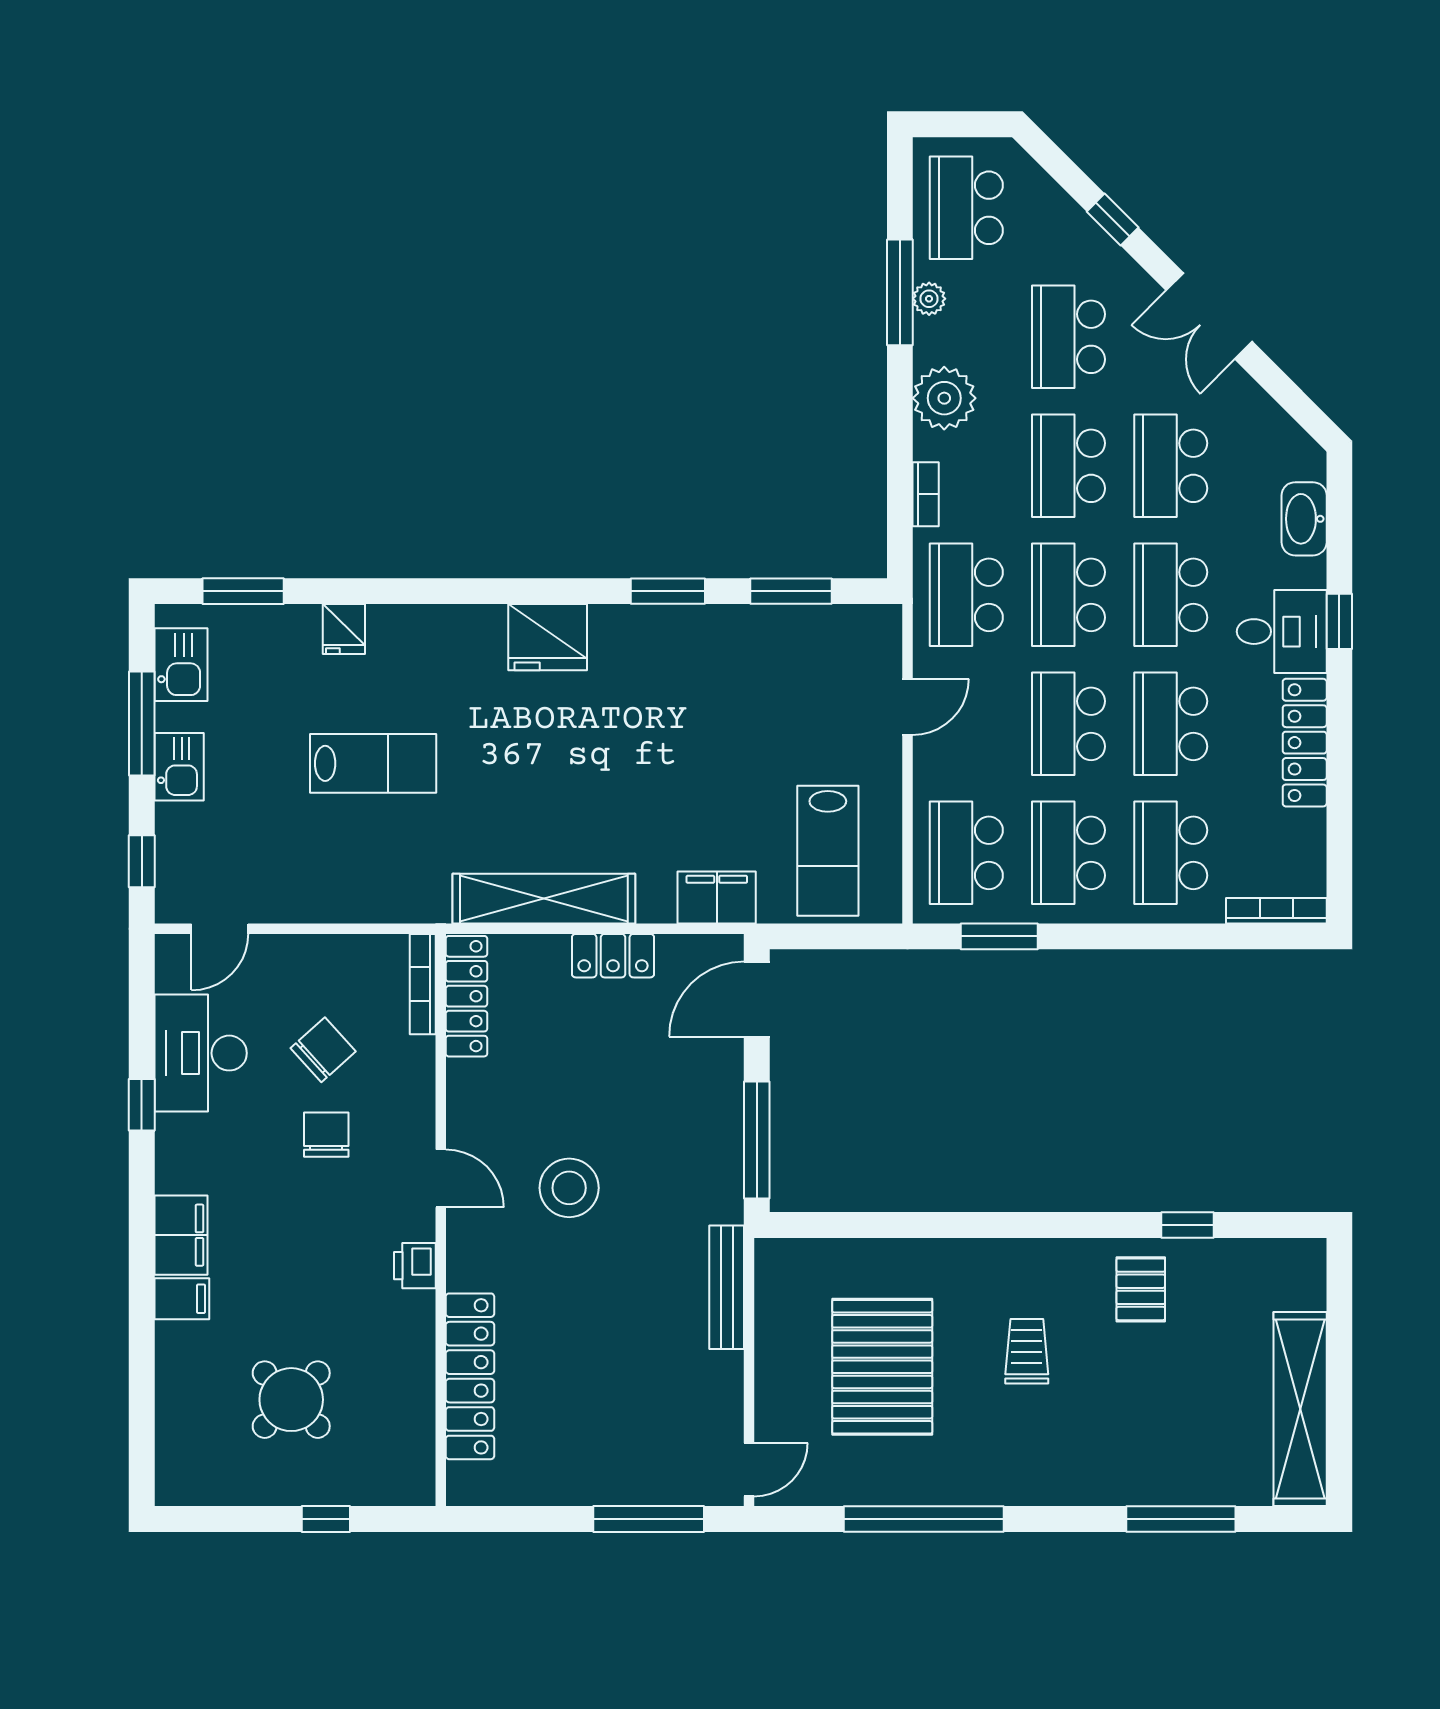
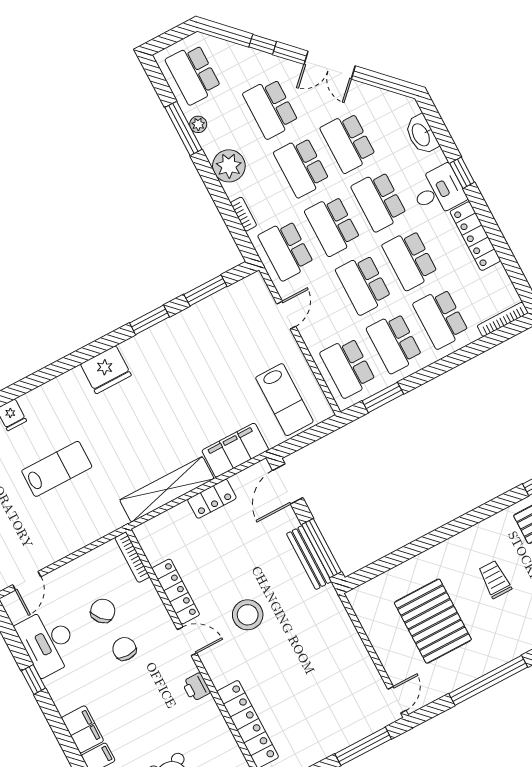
filing cabinet: (717, 898) -> (235, 450), width x1.50, depth x1.17
locker: (466, 996) -> (176, 592), moved
bench: (727, 1287) -> (309, 558), moved

